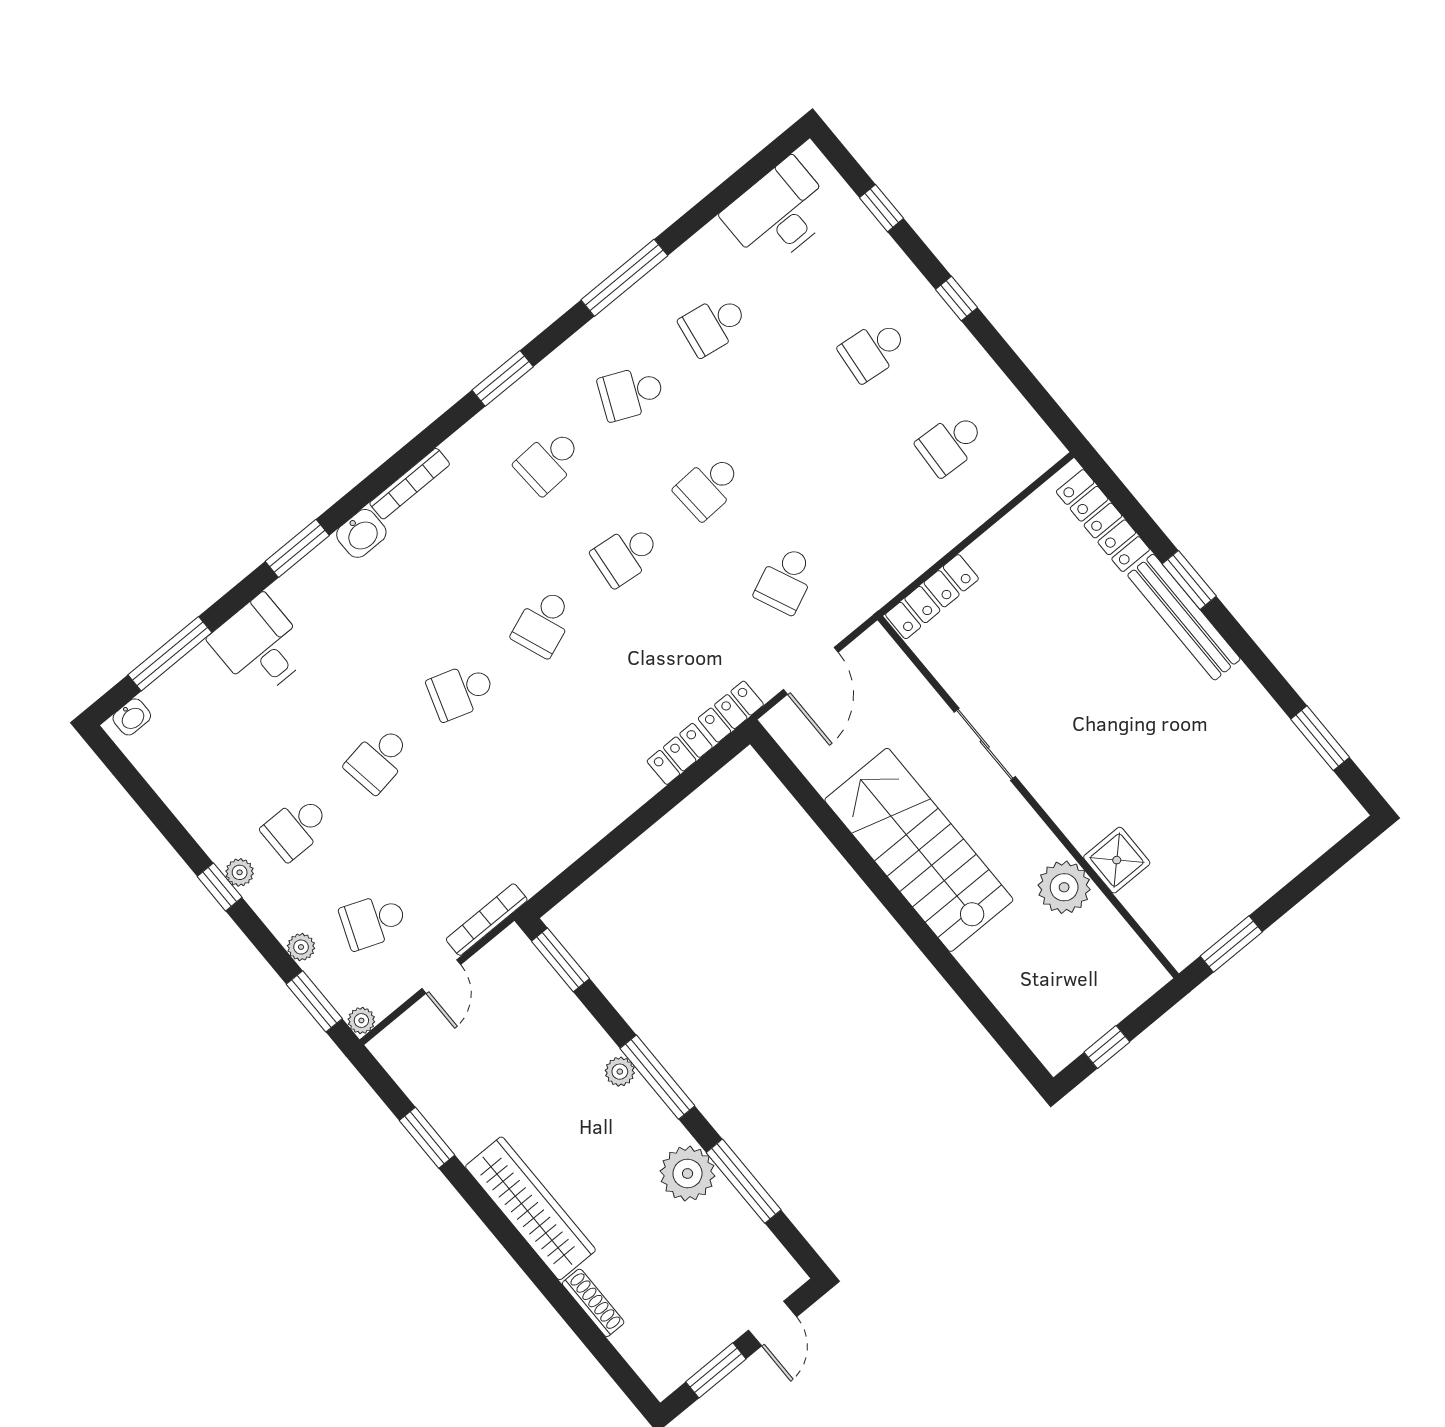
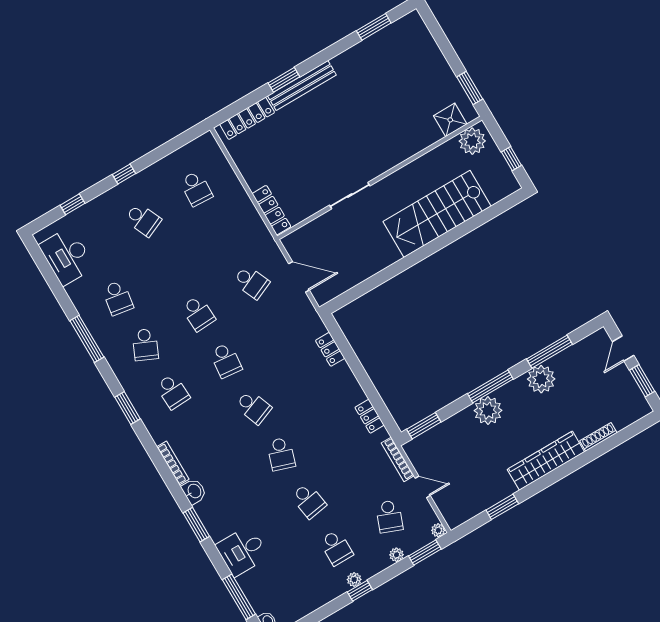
school desk: (873, 350) -> (143, 220), turned -30
locker: (731, 712) -> (370, 416), moved
stairs: (919, 850) -> (437, 214), moved
shower: (1117, 860) -> (450, 120), moved
plant: (1064, 887) -> (472, 141), moved
plant: (620, 1072) -> (488, 411), width x1.88, depth x1.88
door: (773, 1324) -> (623, 349), swing flipped

